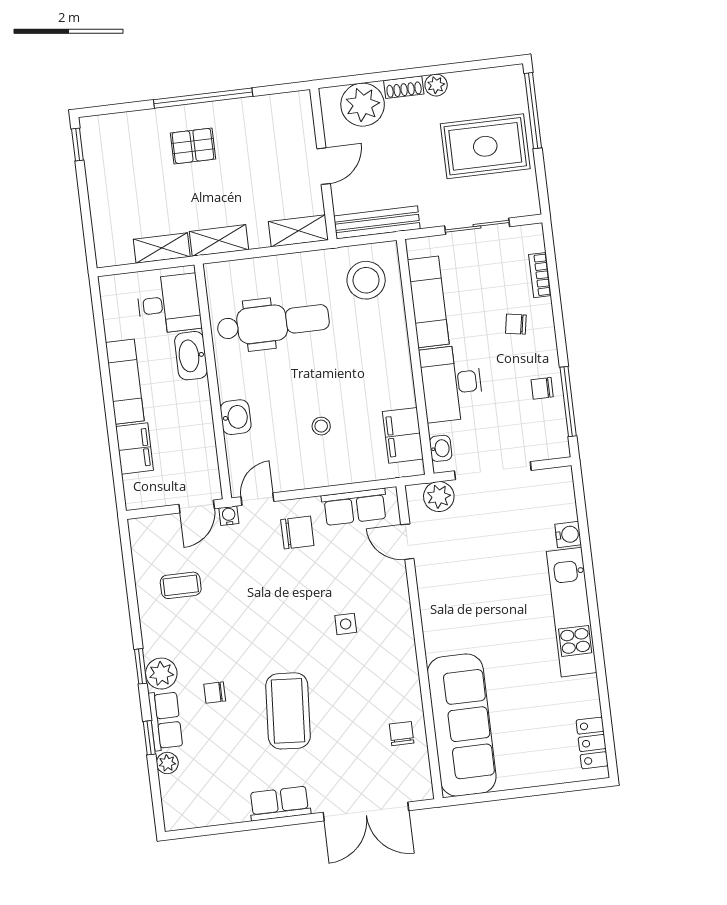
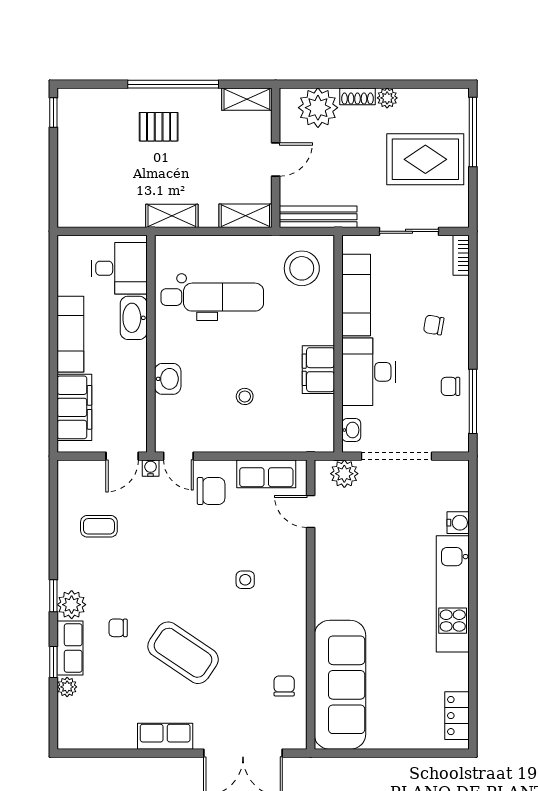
shelving: (162, 248) -> (247, 99), moved
bookcase: (540, 275) -> (461, 255), moved
filing cabinet: (403, 435) -> (318, 370), moved
filing cabinet: (135, 448) -> (74, 407), width x1.50, depth x1.17
door: (257, 499) -> (178, 456), swing flipped
coffee table: (288, 711) -> (183, 653), turned -60

